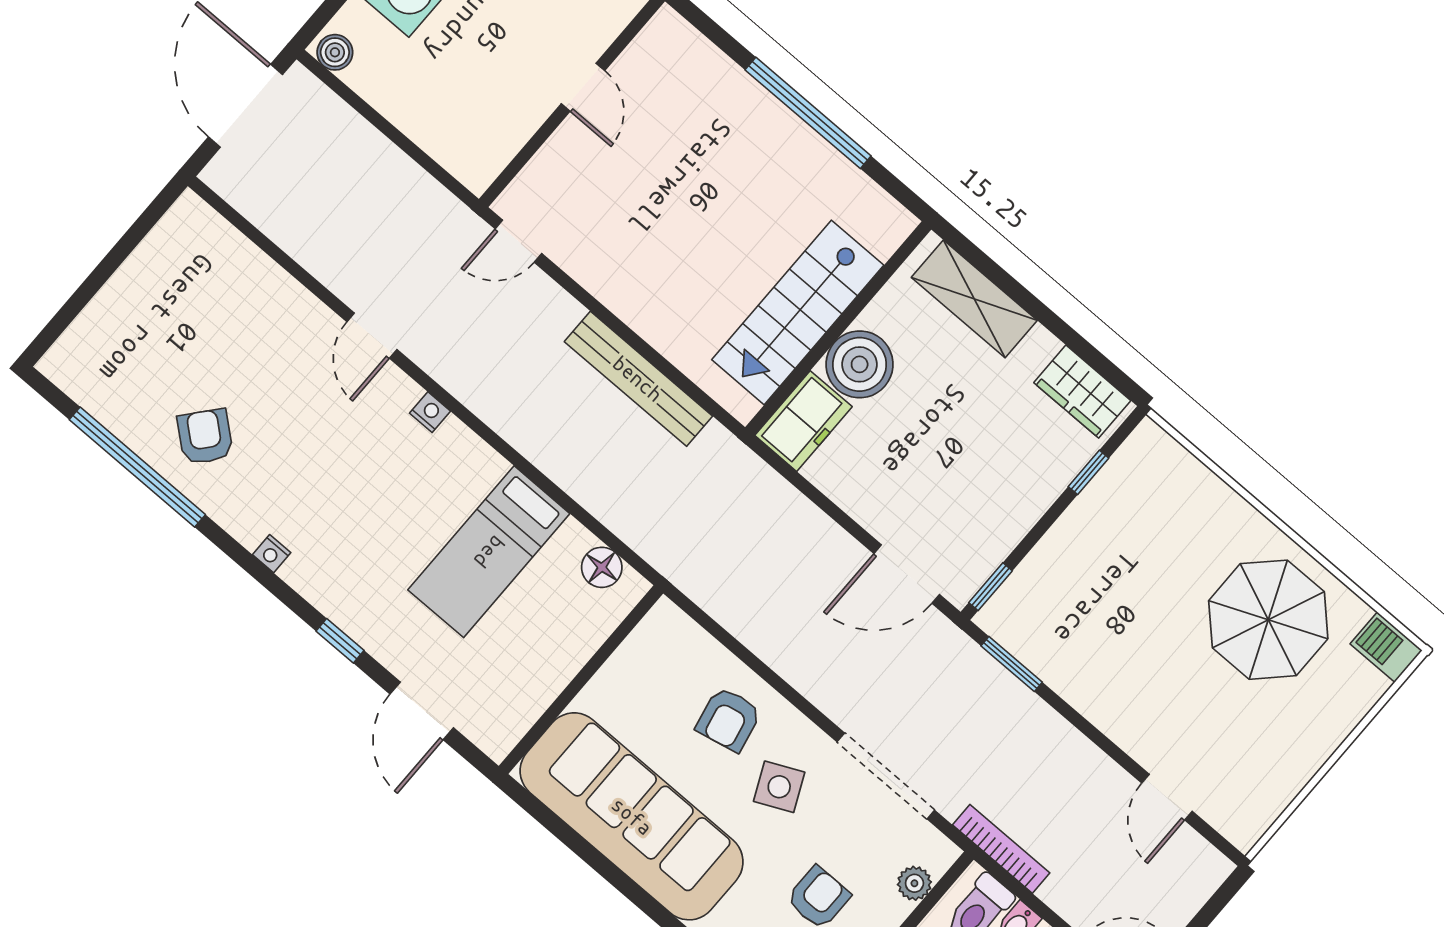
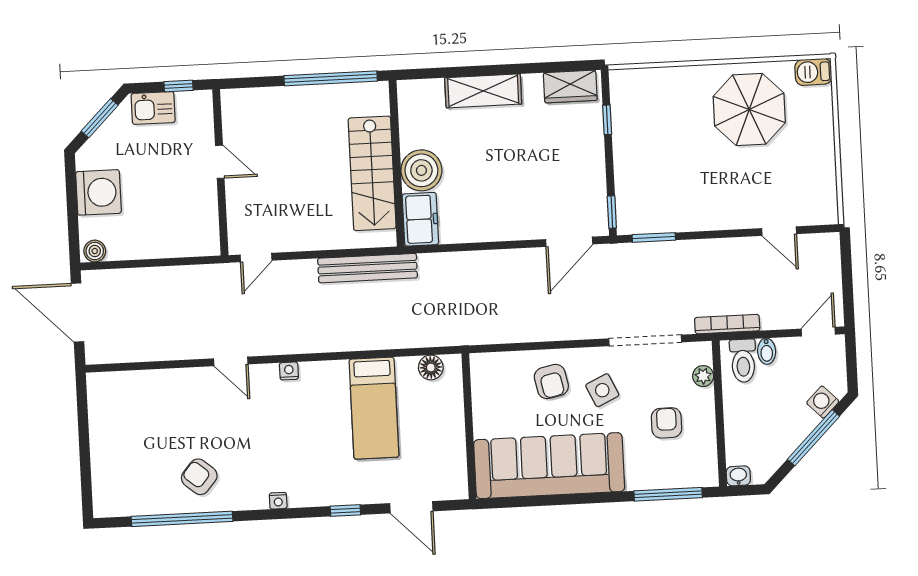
stairs: (798, 312) -> (372, 173), moved
wall: (838, 328) -> (397, 163), moved
boiler: (860, 364) -> (421, 170), moved
freezer: (803, 421) -> (420, 219), moved

